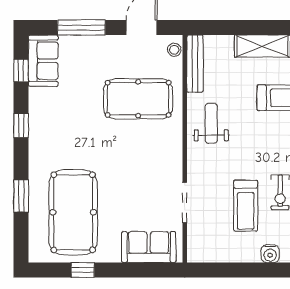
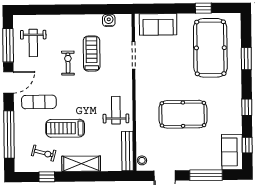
pool table: (138, 99) -> (183, 114), moved
weight bench: (211, 123) -> (116, 110), turned 180
water cooler: (270, 254) -> (109, 20), moved

